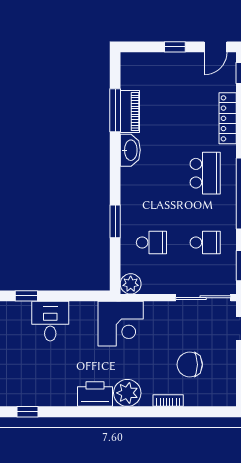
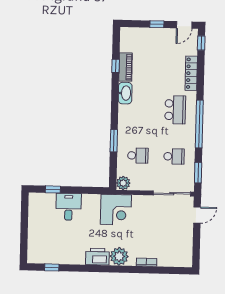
window: (115, 110) -> (116, 66), width x0.46
chair: (190, 365) -> (162, 238), removed

